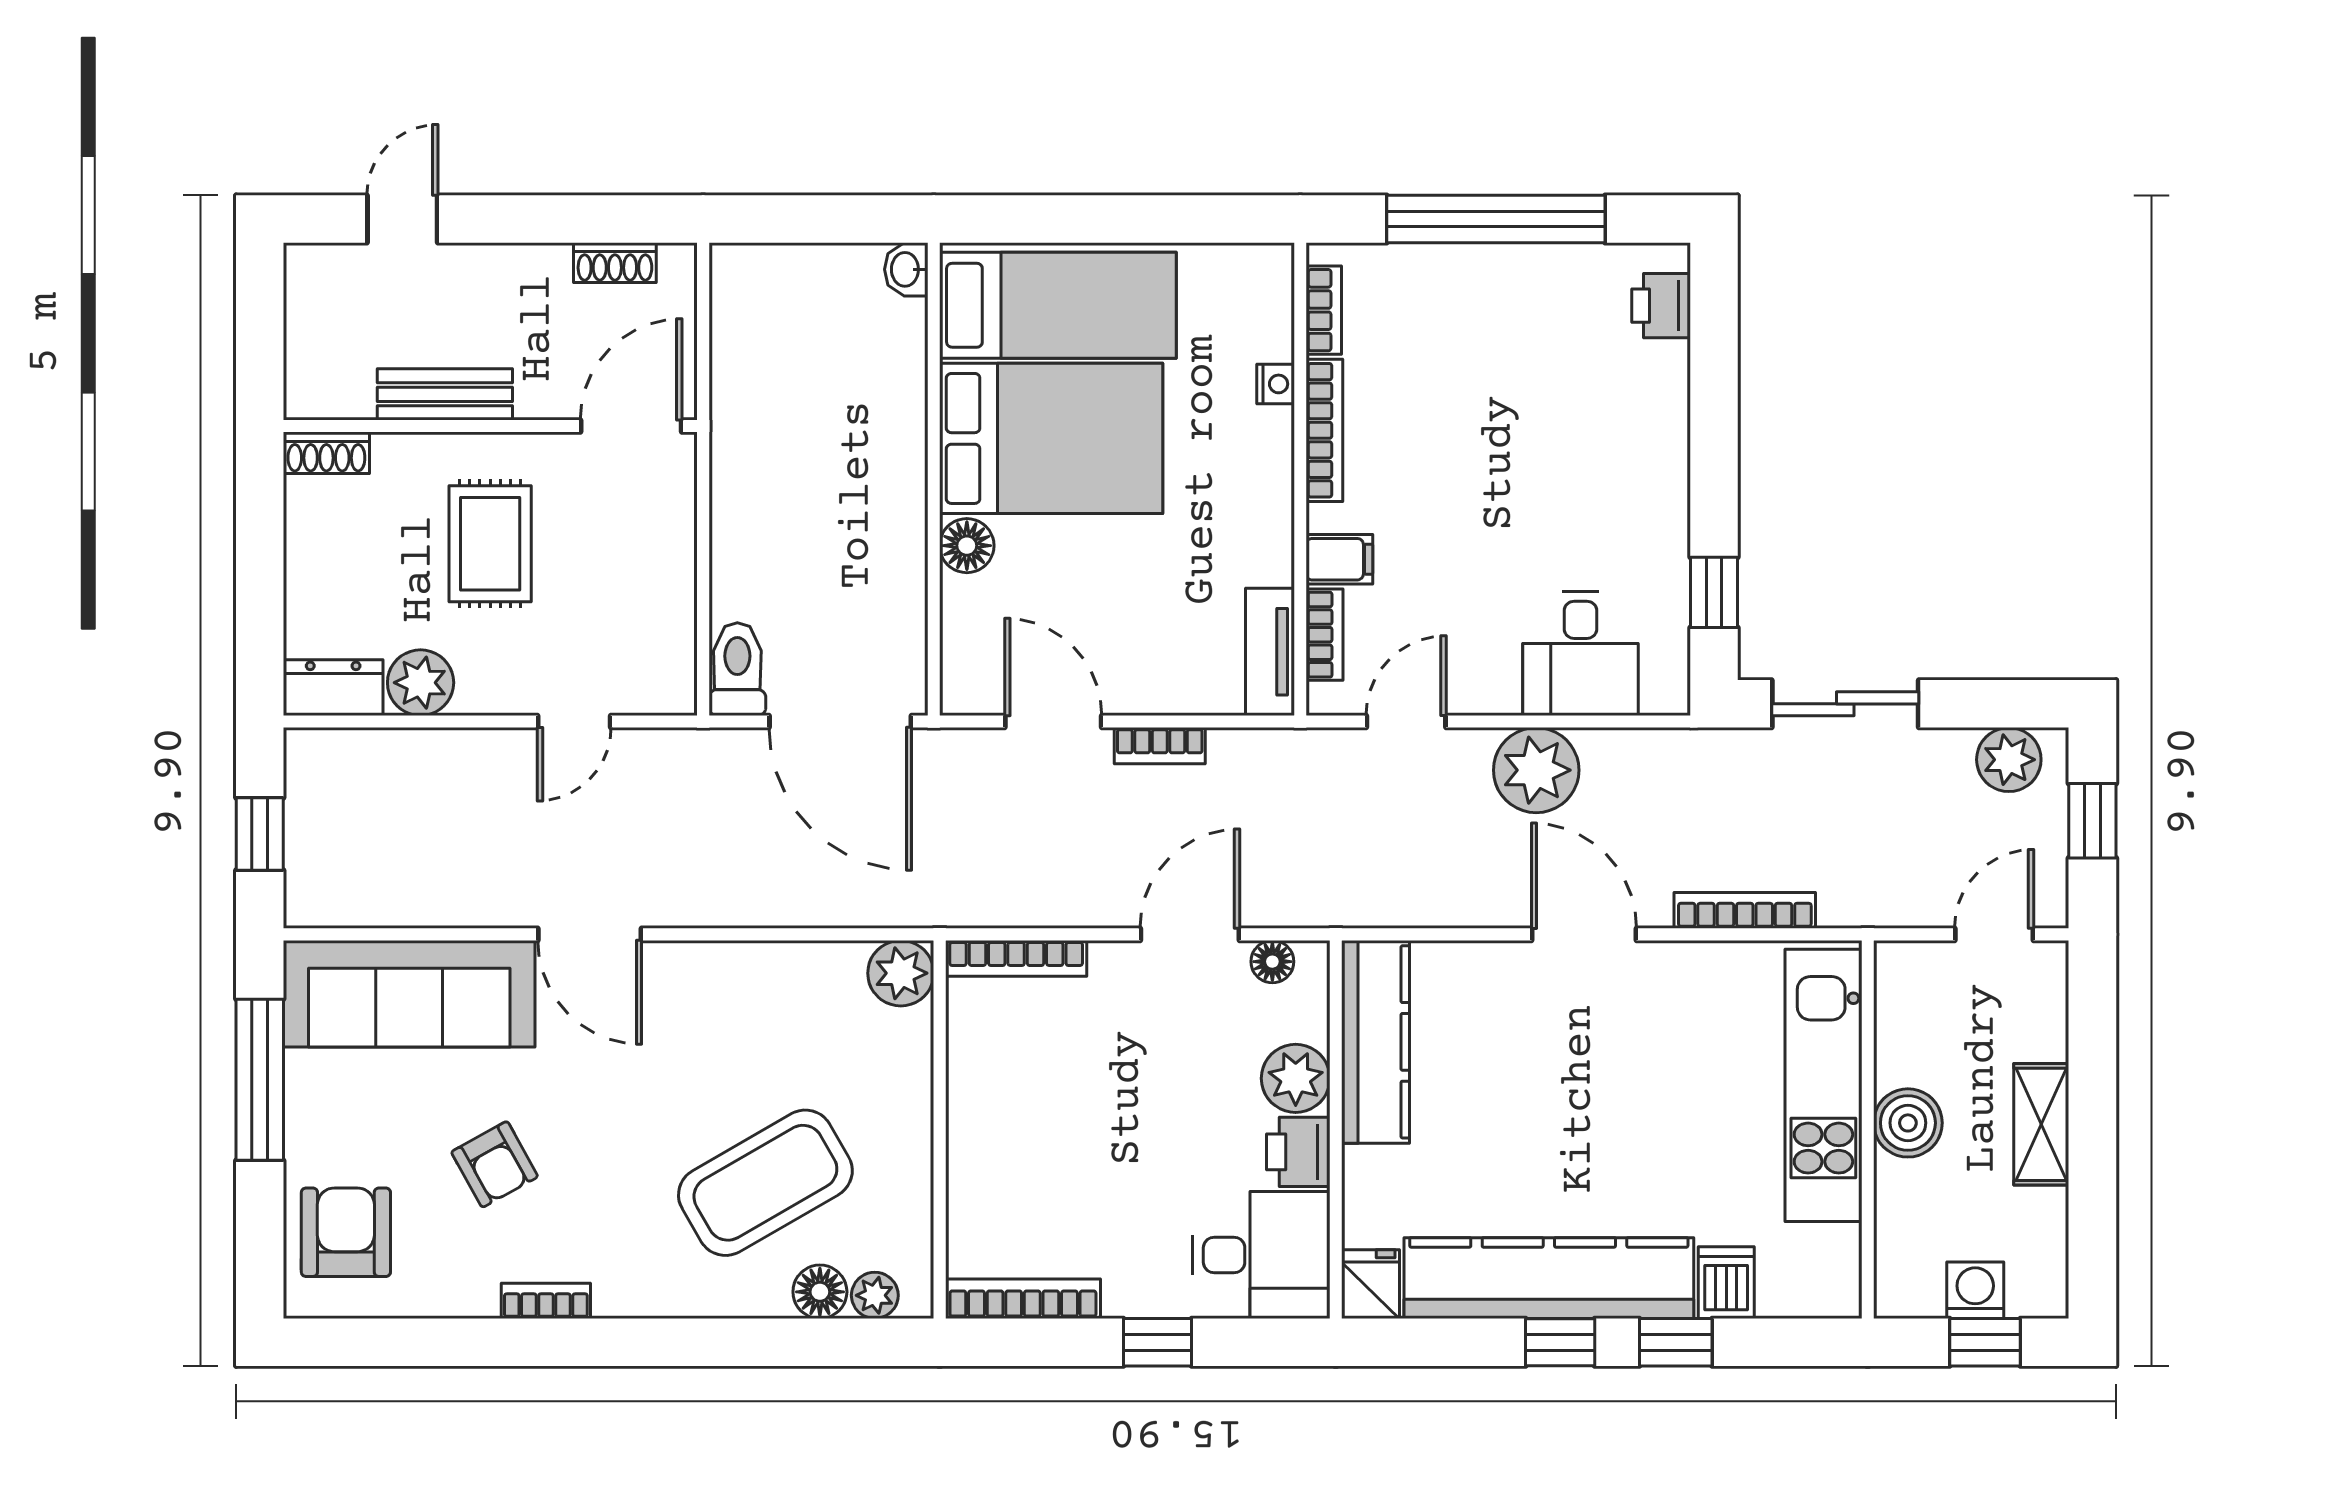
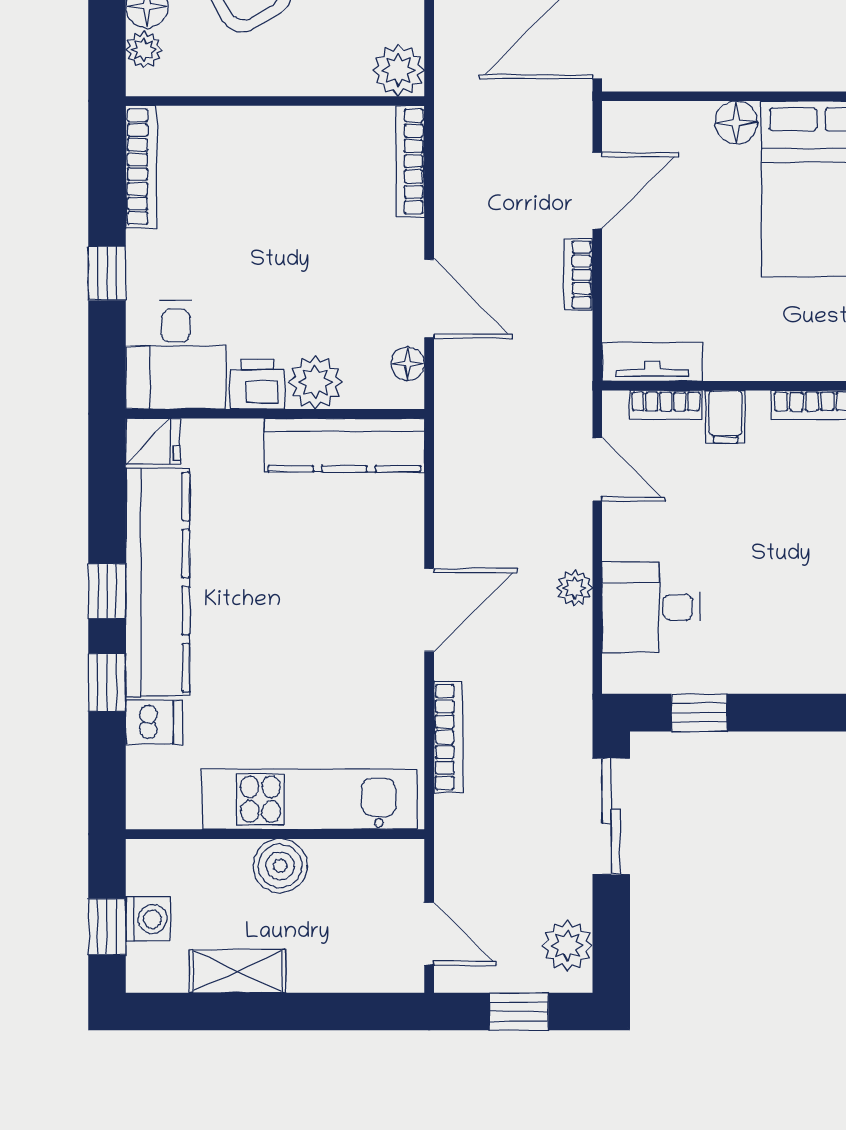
plant: (1536, 770) -> (575, 588), width x0.53, depth x0.53
shelving: (2041, 1124) -> (237, 971), moved

